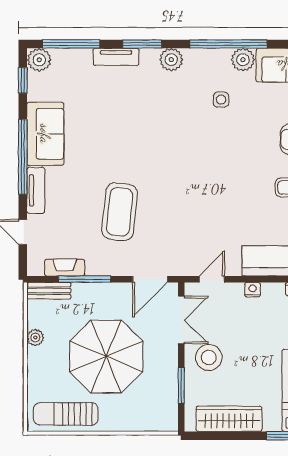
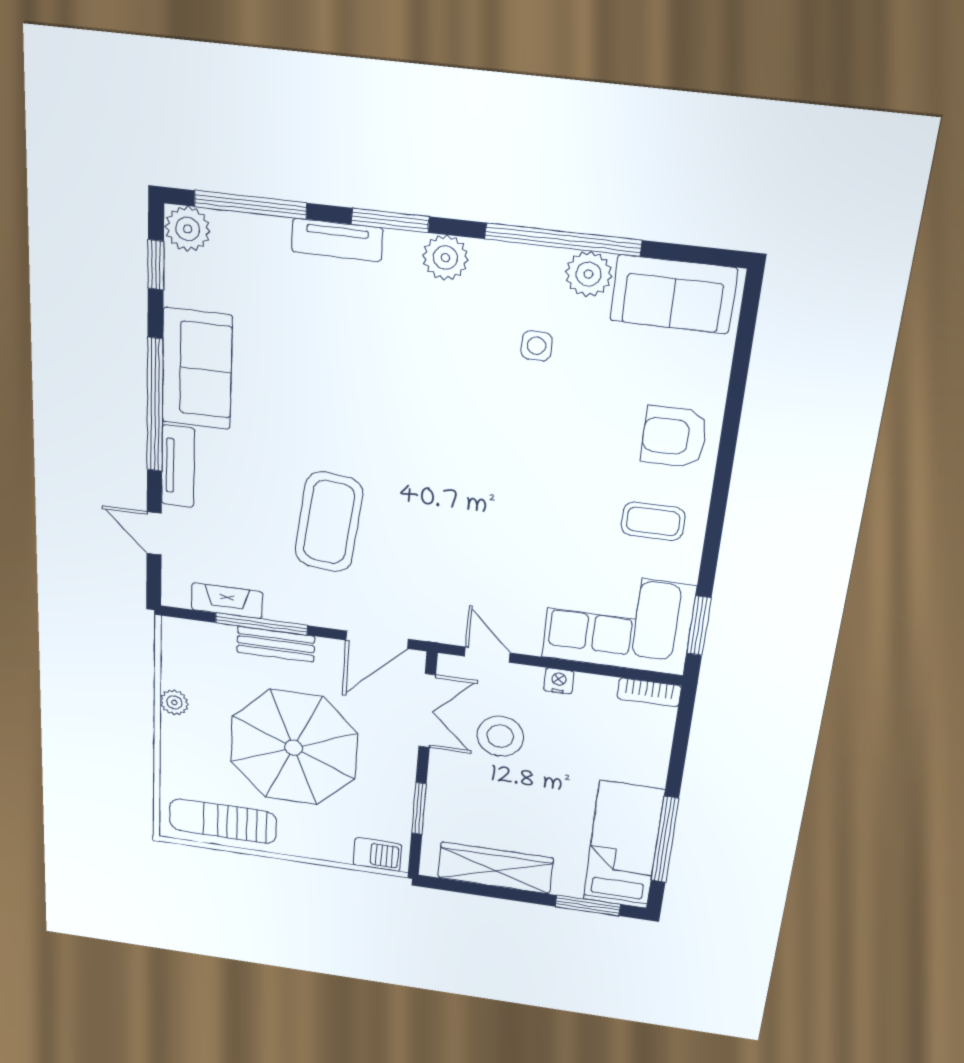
door: (212, 279) -> (487, 655), hinge flipped
bench: (49, 291) -> (276, 644), moved
stool: (209, 357) -> (500, 736), moved
barbecue: (159, 422) -> (377, 855), added

